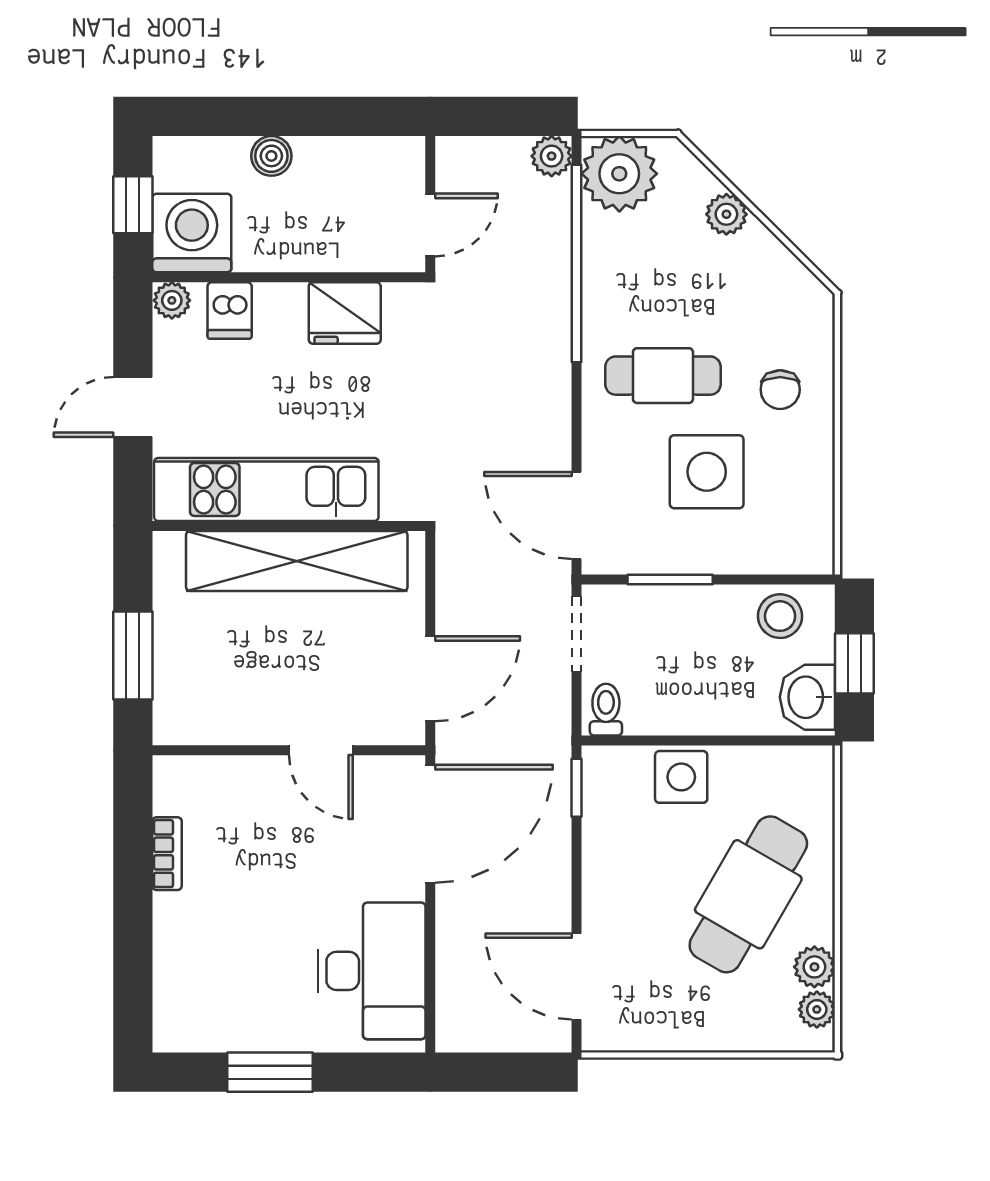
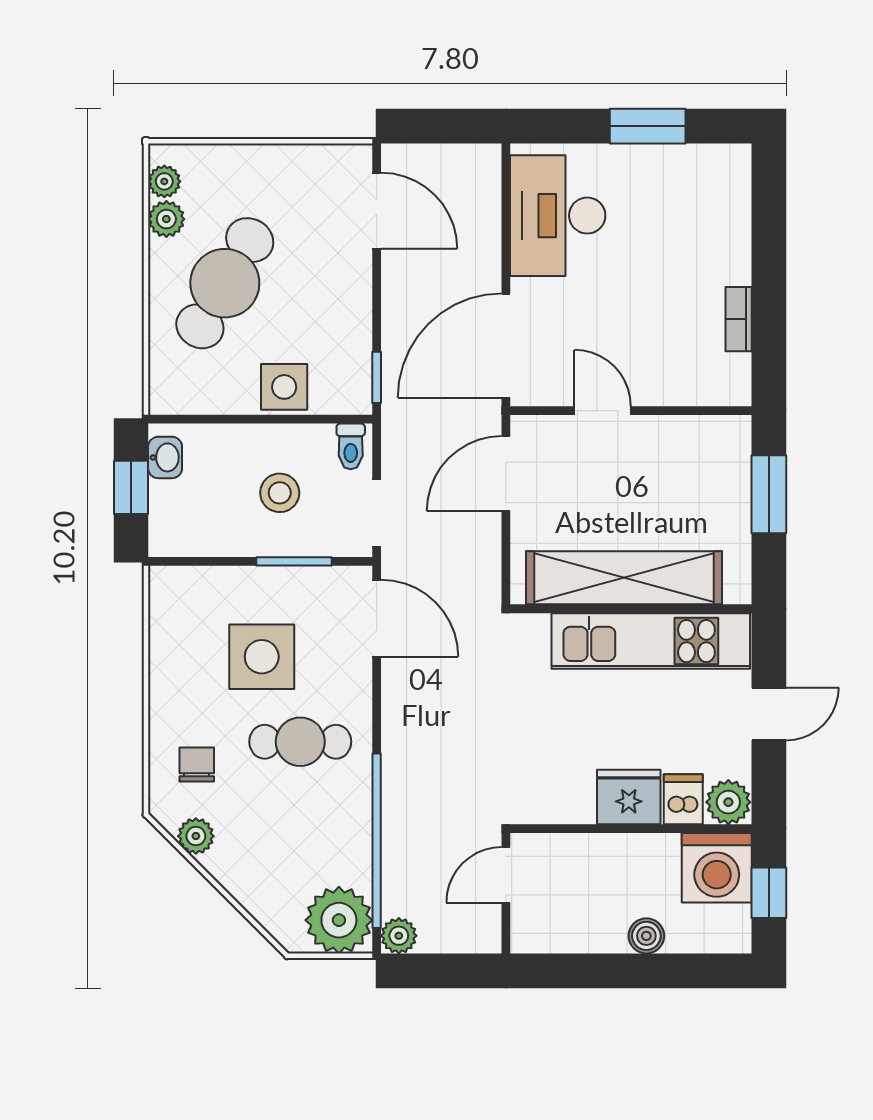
plant: (726, 214) -> (196, 836), moved
plant: (172, 300) -> (728, 802), width x1.38, depth x1.38
fridge: (345, 313) -> (629, 797), moved
chair: (780, 390) -> (197, 764), moved
stool: (780, 616) -> (280, 493), moved
washbasin: (807, 697) -> (165, 457), width x0.72, depth x0.69

